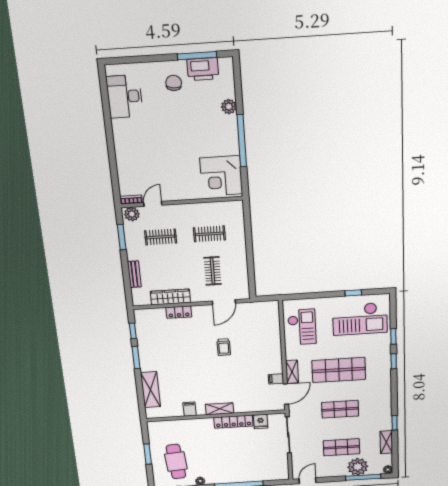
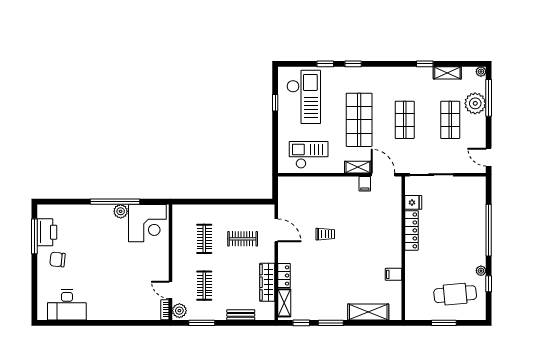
plant: (229, 107) -> (121, 211), moved
shelving: (220, 409) -> (284, 303), moved

